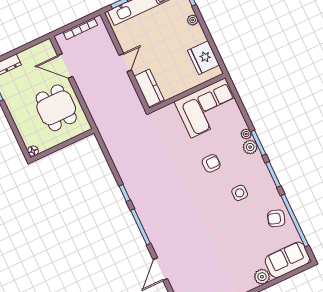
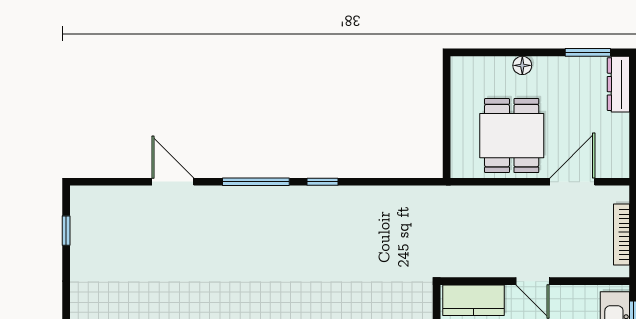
dining table: (56, 108) -> (512, 136), turned 90
floor lamp: (33, 151) -> (522, 65), moved

